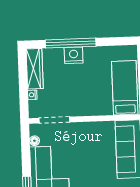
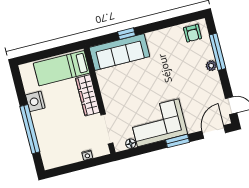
nightstand: (74, 55) -> (35, 101), moved
wardrobe: (35, 69) -> (88, 95), moved, turned -90

